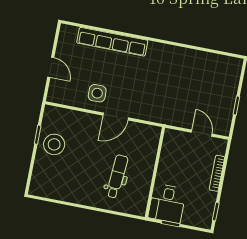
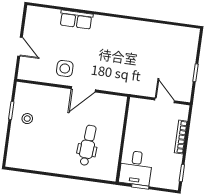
row of seats: (112, 42) -> (76, 20), width x0.50
stool: (54, 144) -> (27, 119), width x0.53, depth x0.53

